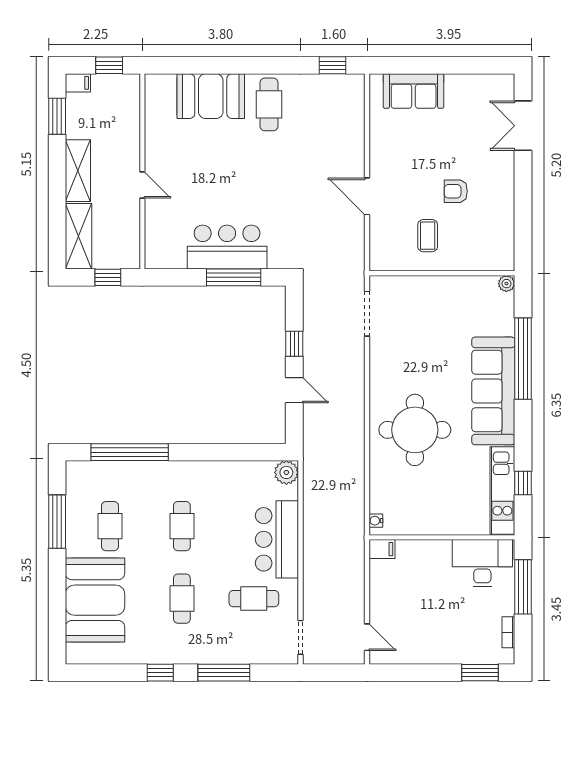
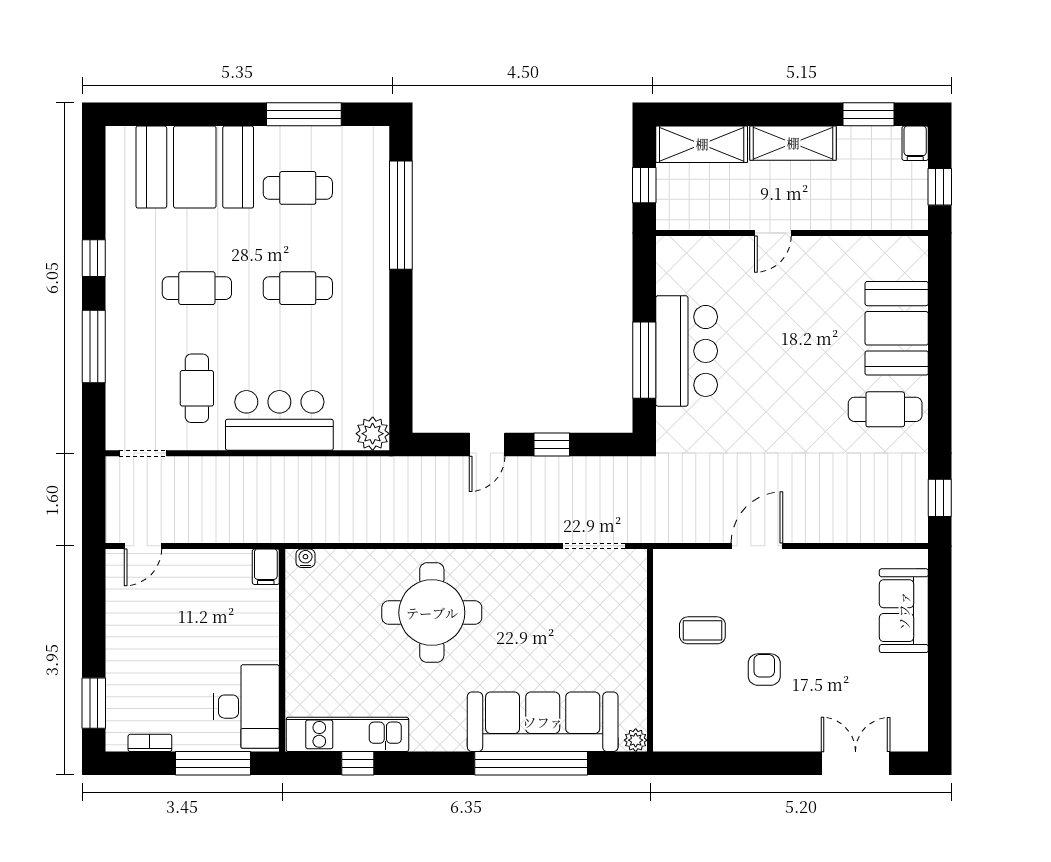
sofa: (493, 391) -> (543, 722), moved

